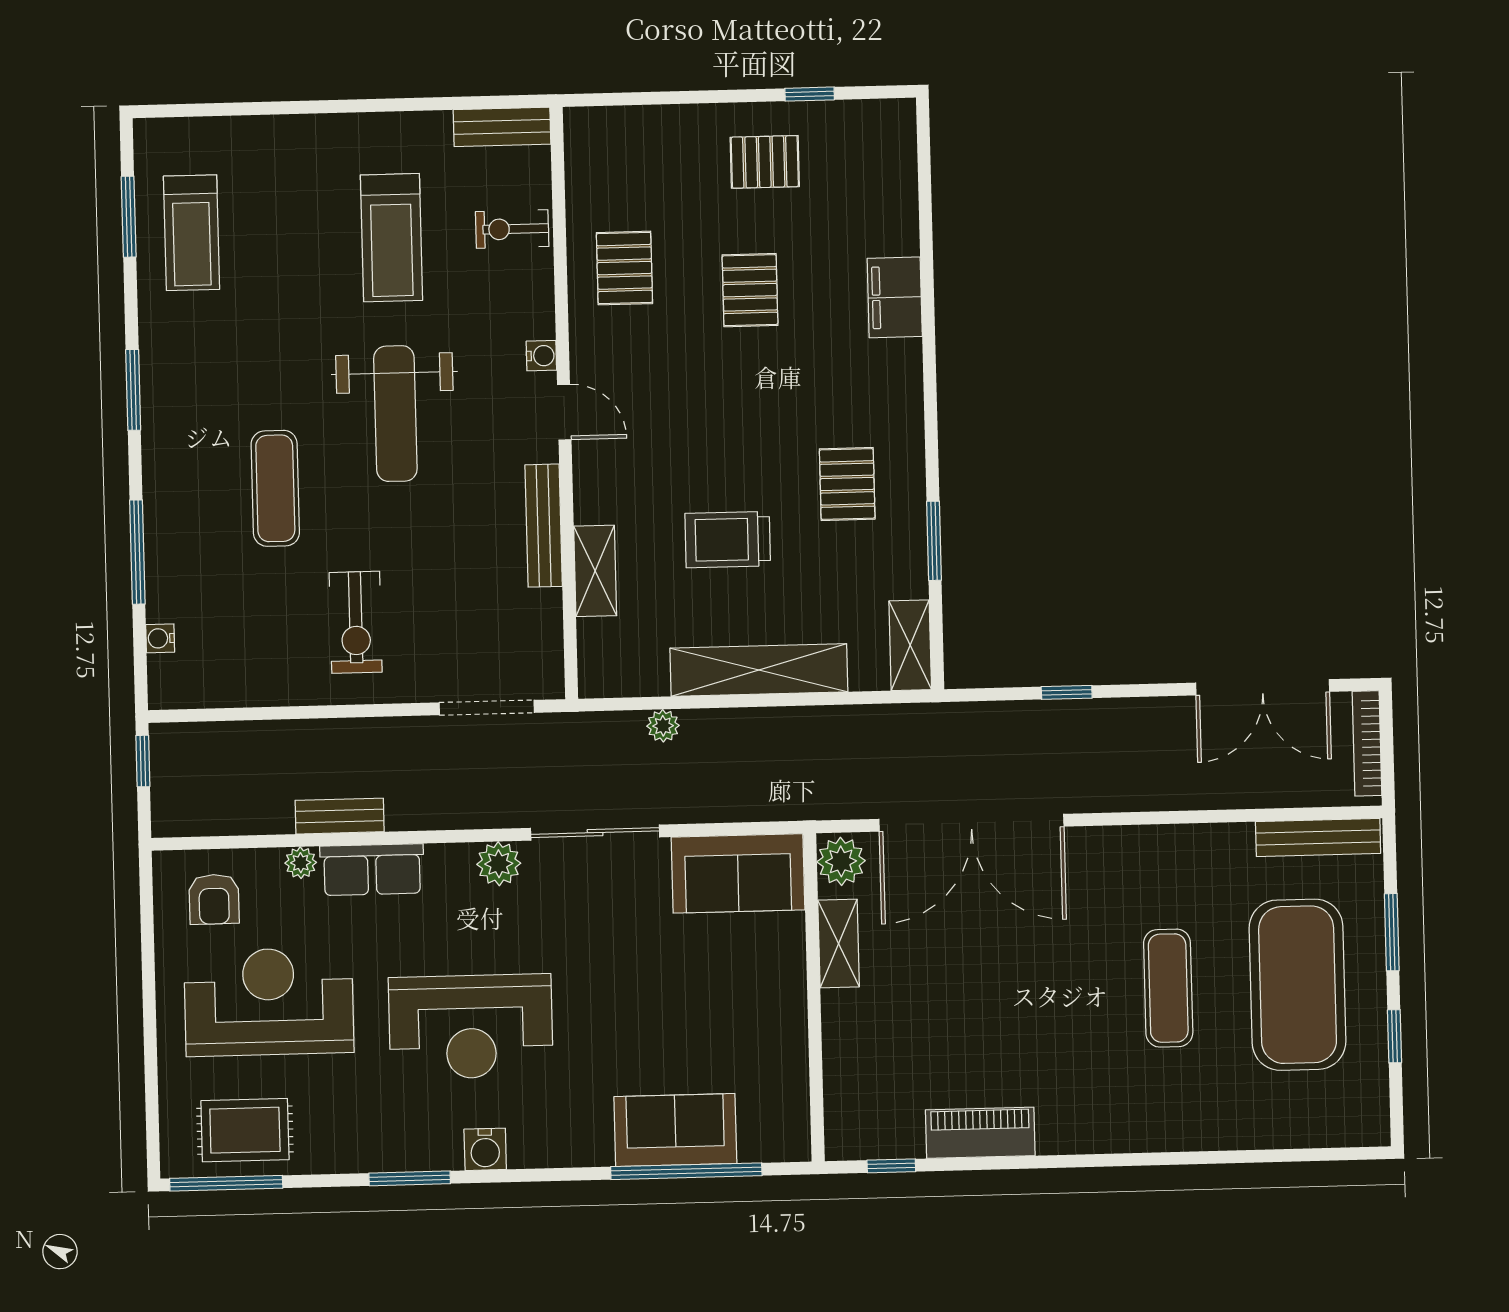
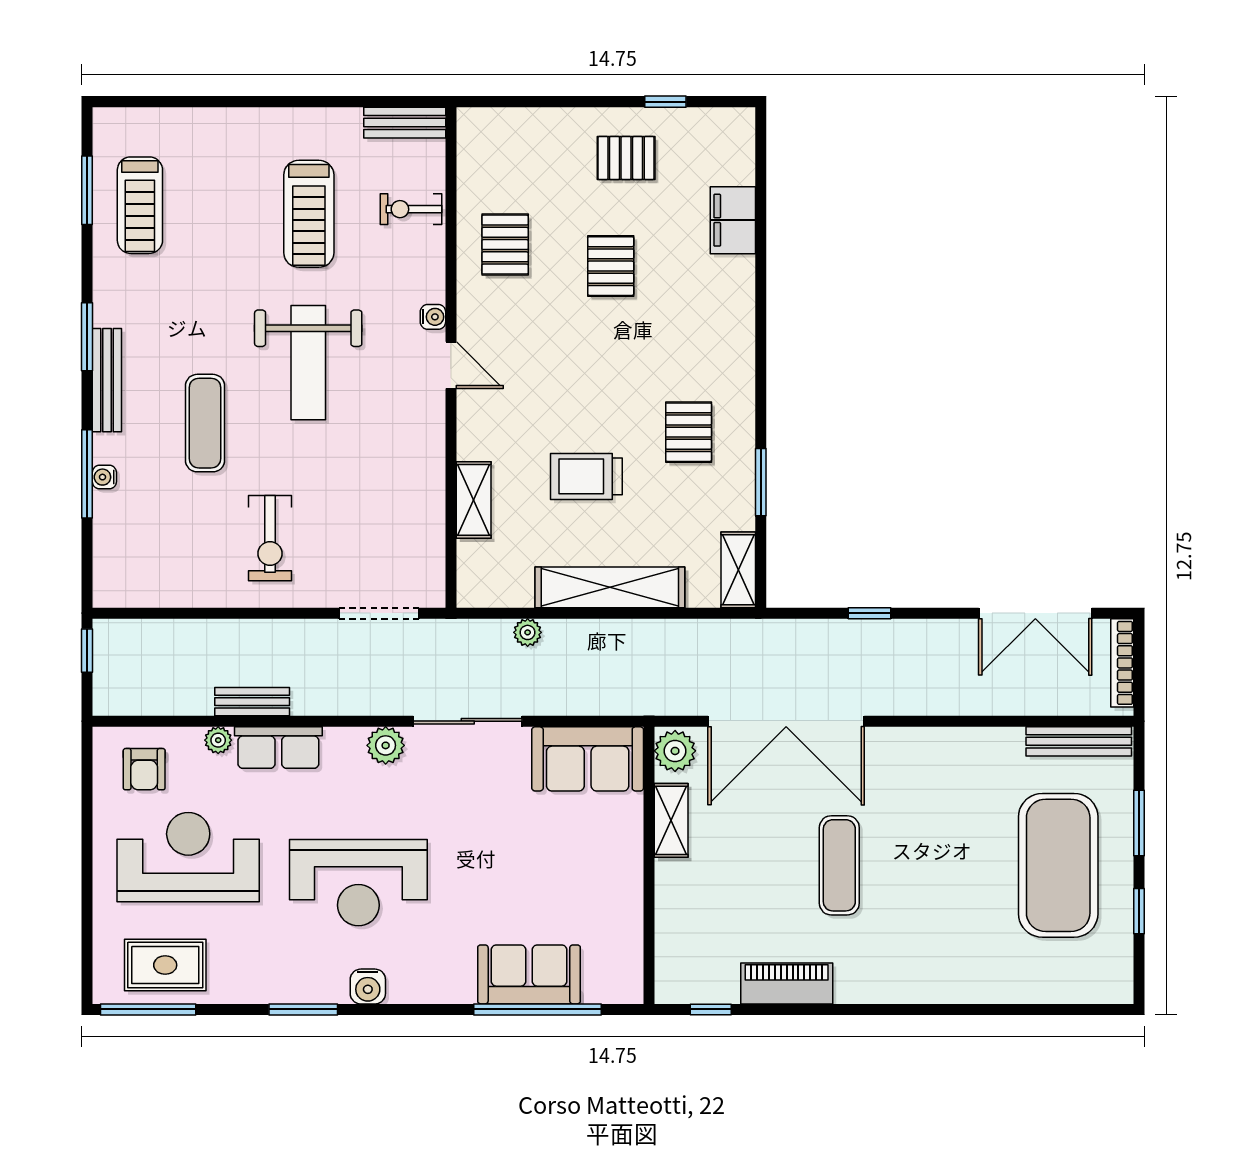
filing cabinet: (895, 297) -> (733, 220), moved
bench: (544, 526) -> (107, 380), moved
water cooler: (160, 638) -> (104, 477), moved
exercise mat: (1168, 988) -> (839, 865), moved

